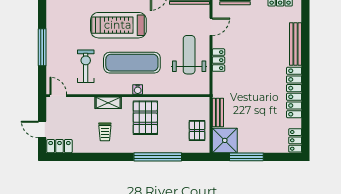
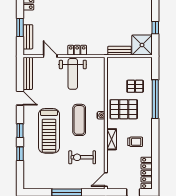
weight bench: (189, 55) -> (73, 74), turned -90
exercise mat: (132, 63) -> (79, 120), width x0.73, depth x0.69
pallet: (197, 130) -> (135, 86), moved
locker: (59, 146) -> (147, 173), width x1.53
window: (246, 157) -> (155, 28), width x0.46

